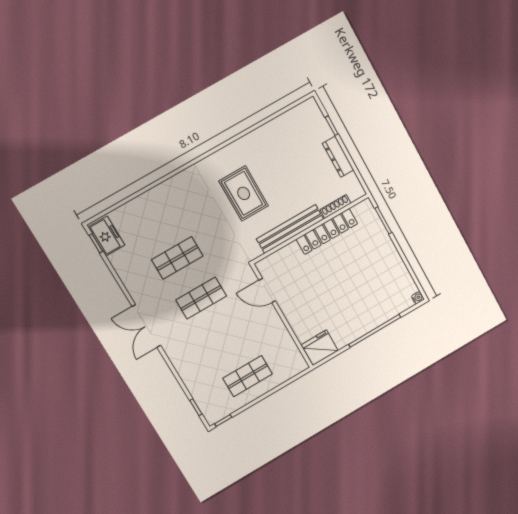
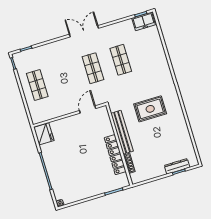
dresser: (338, 157) -> (177, 166), moved

